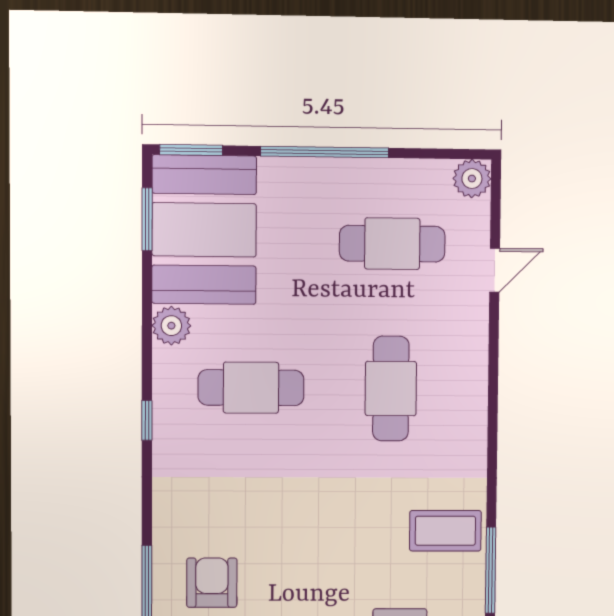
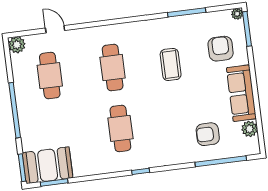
booth: (204, 230) -> (48, 165), width x0.73, depth x0.70
plant: (171, 326) -> (98, 166), removed
cafe table: (391, 389) -> (113, 68), turned 90
coffee table: (445, 531) -> (171, 64), moved

